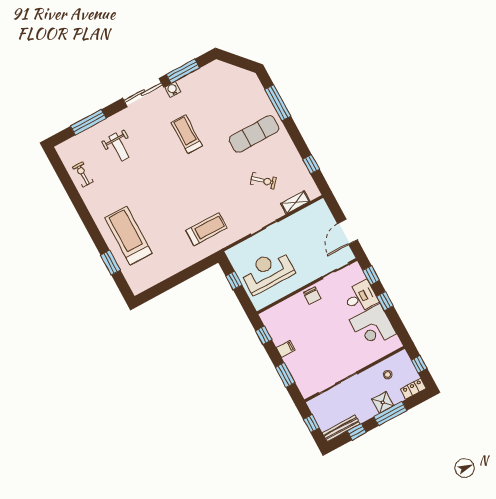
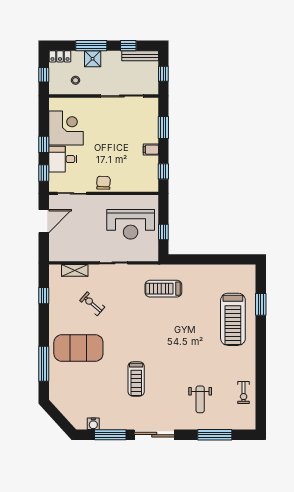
water cooler: (173, 89) -> (93, 424), moved
exercise mat: (254, 134) -> (78, 348), width x1.47
weight bench: (119, 147) -> (200, 399), turned 180

